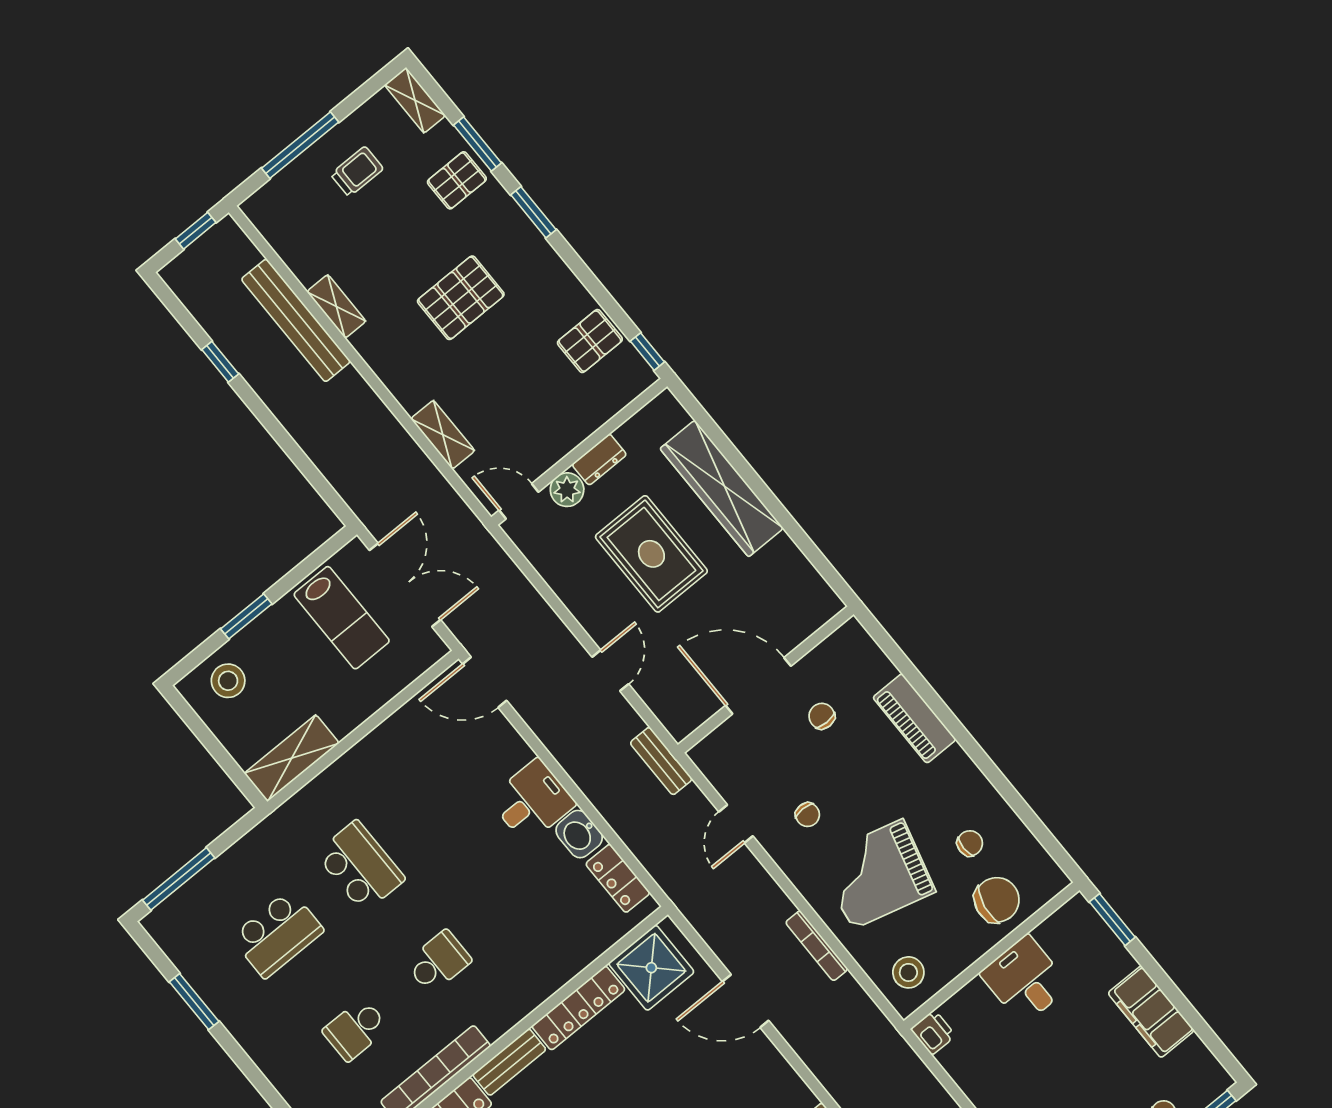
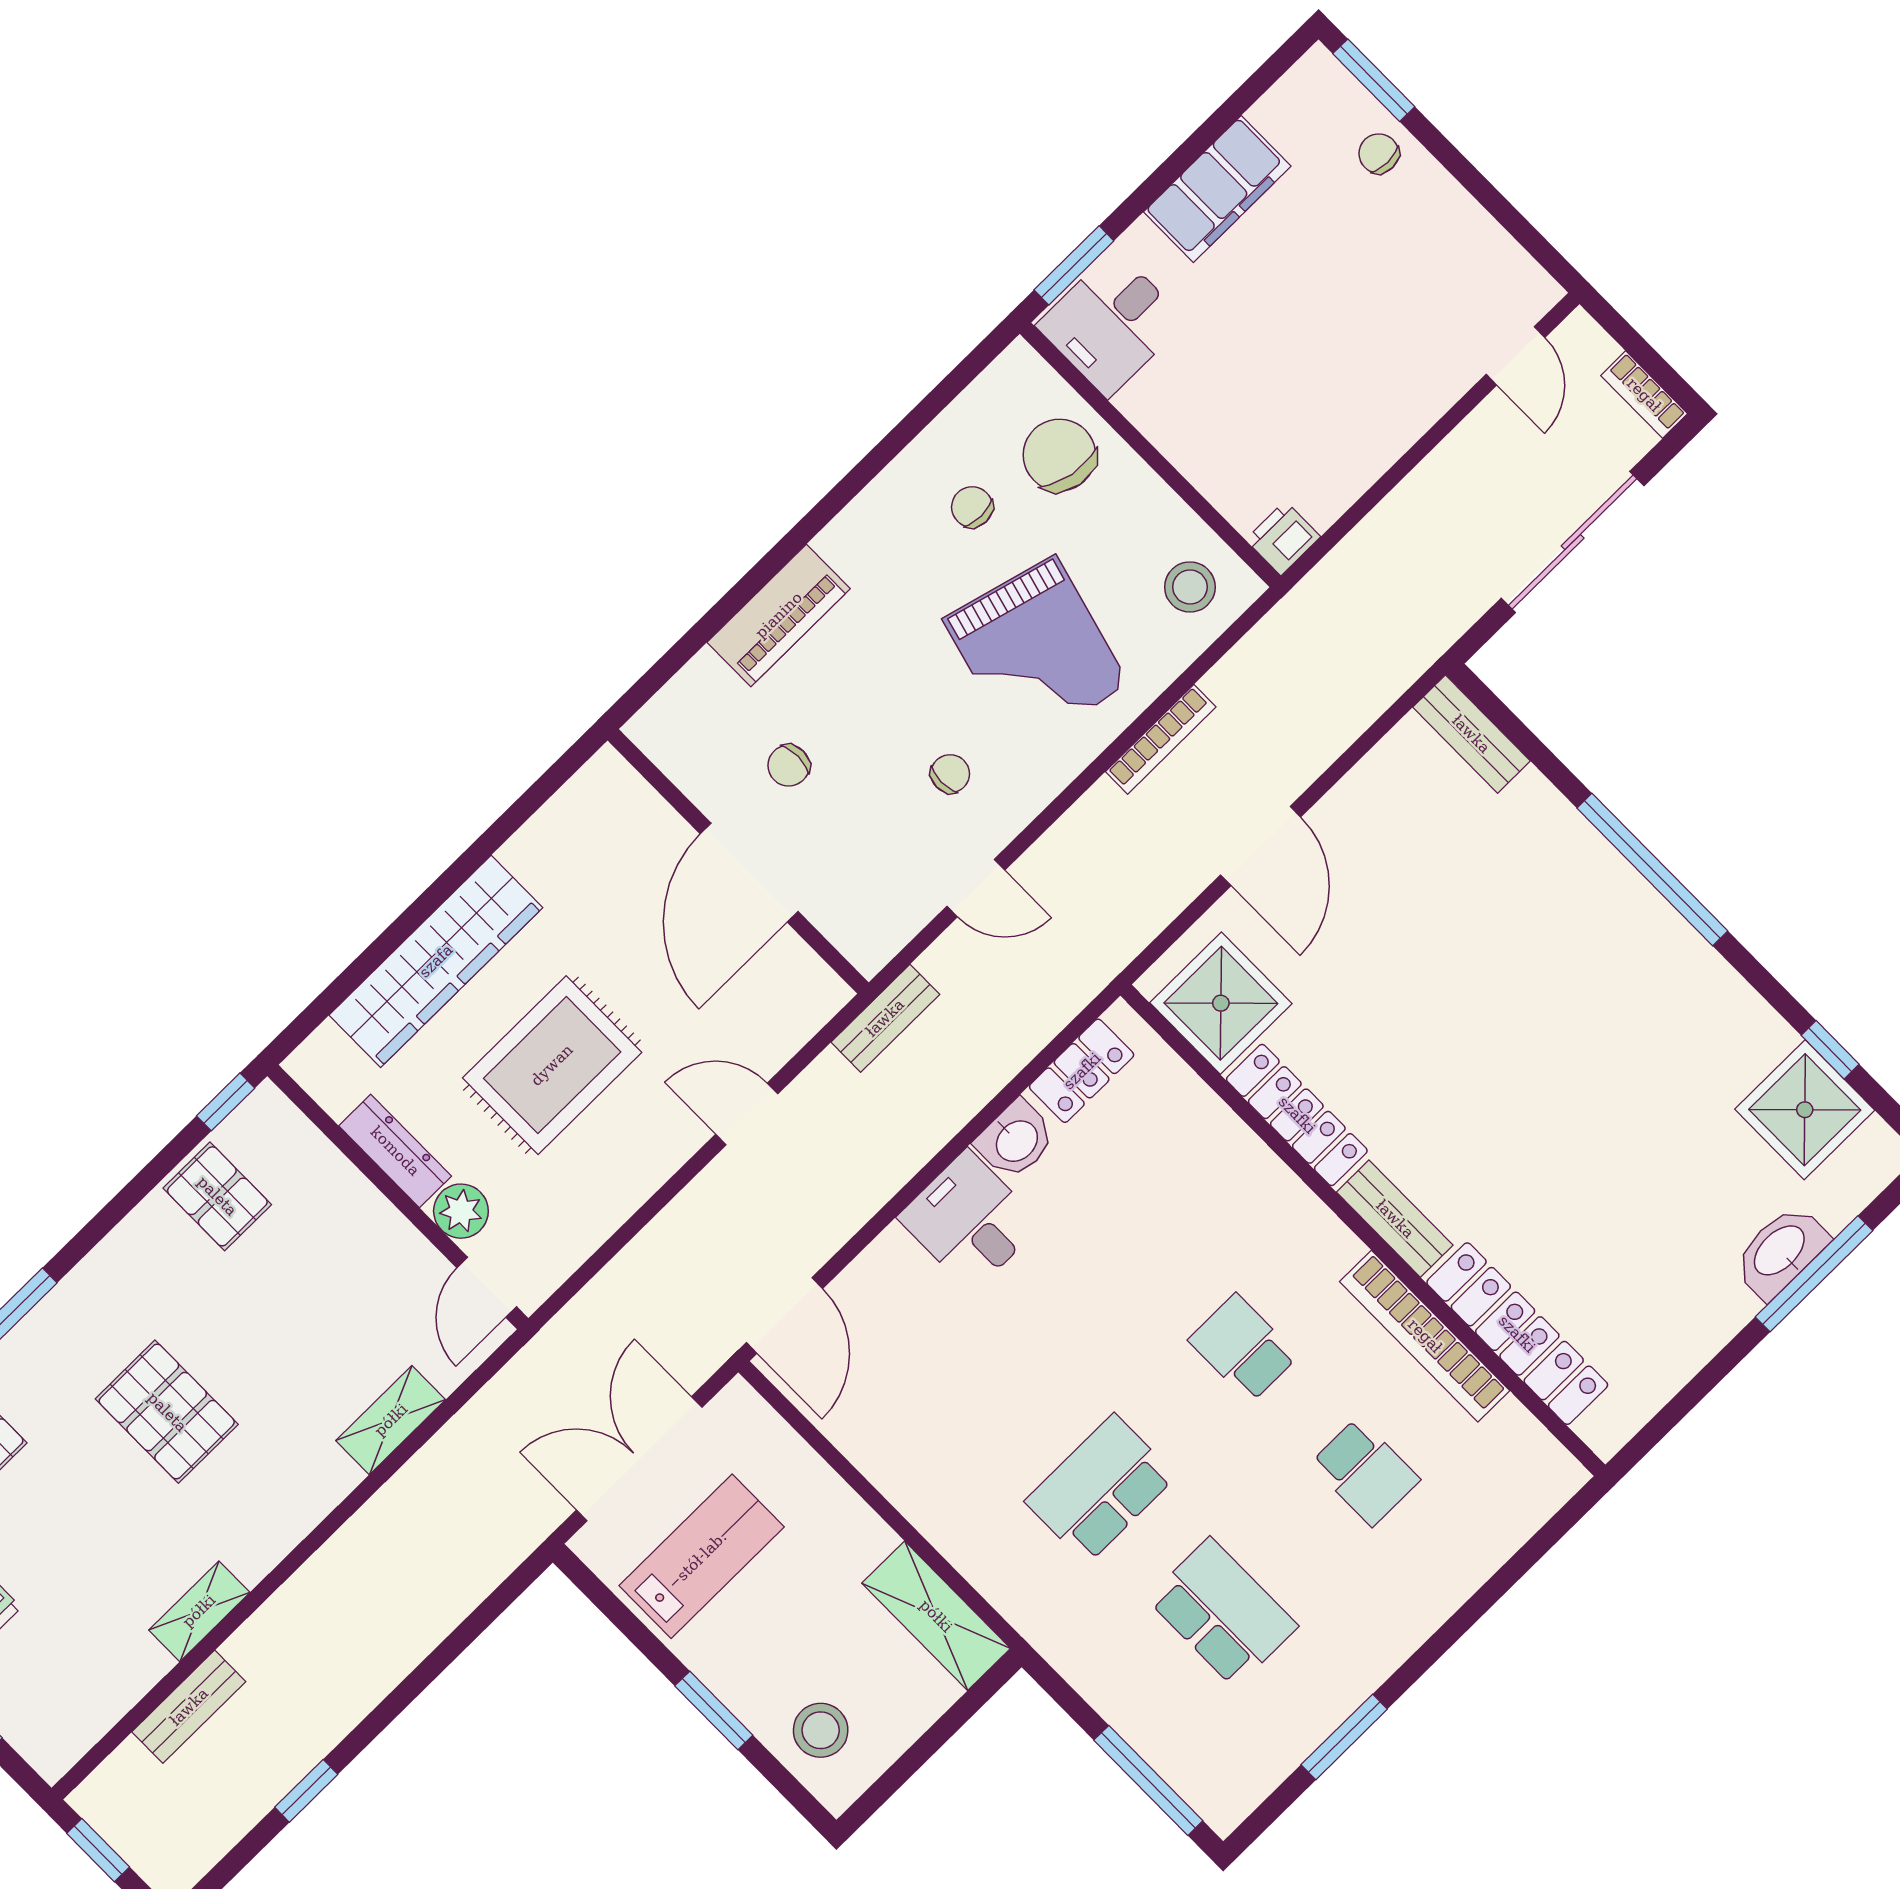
bench: (296, 320) -> (189, 1707), width x0.54, depth x0.82
dresser: (599, 460) -> (395, 1151), width x1.44
desk: (1025, 980) -> (1111, 323), moved

